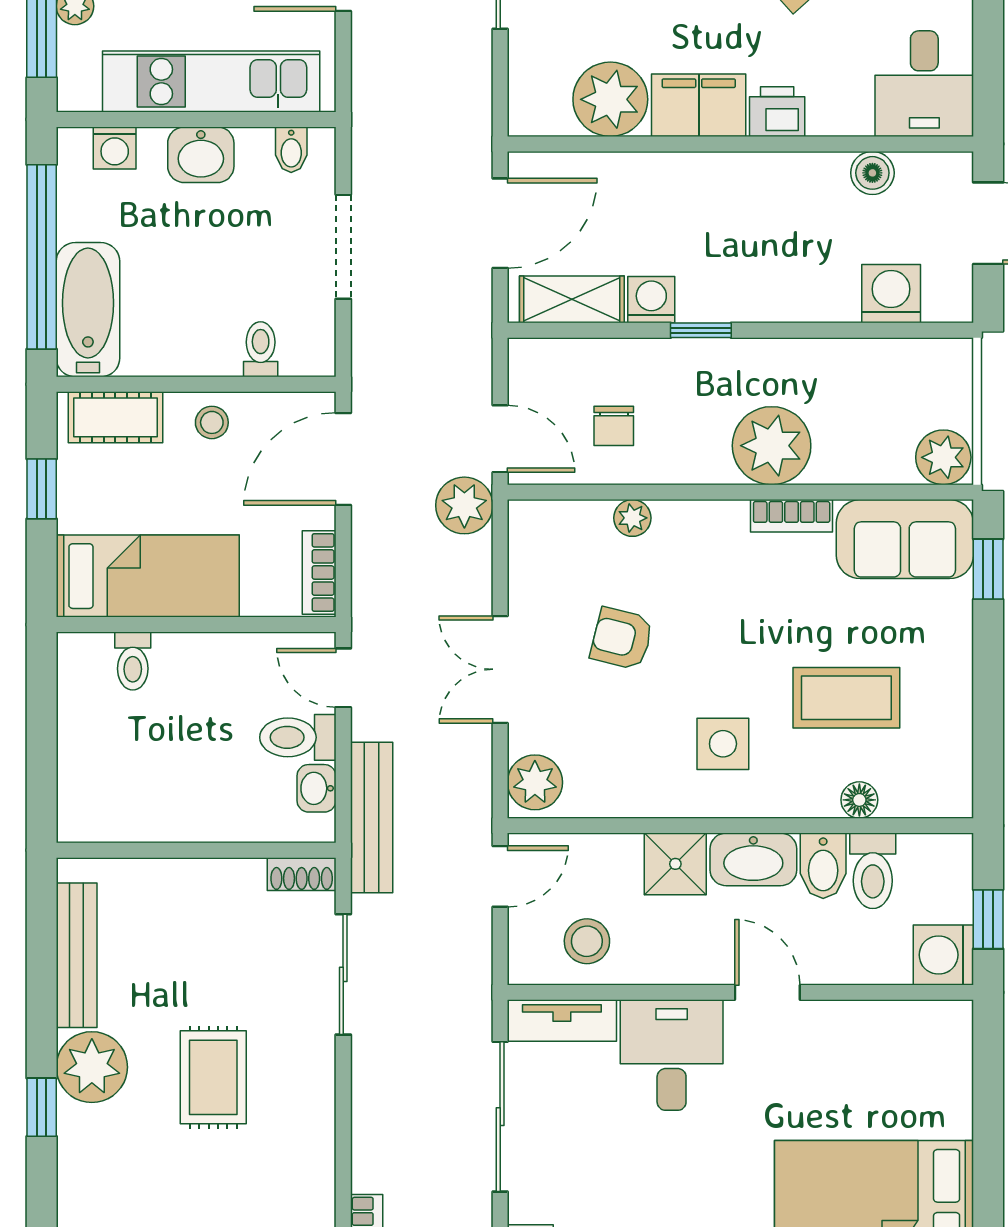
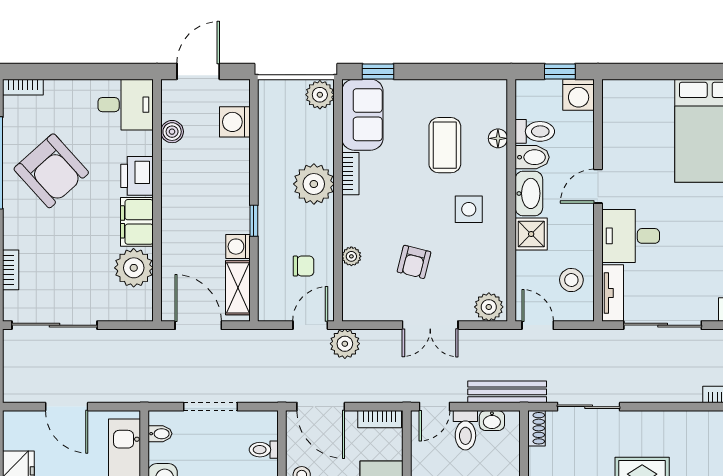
printer: (777, 112) -> (137, 176), width x1.36, depth x1.24

